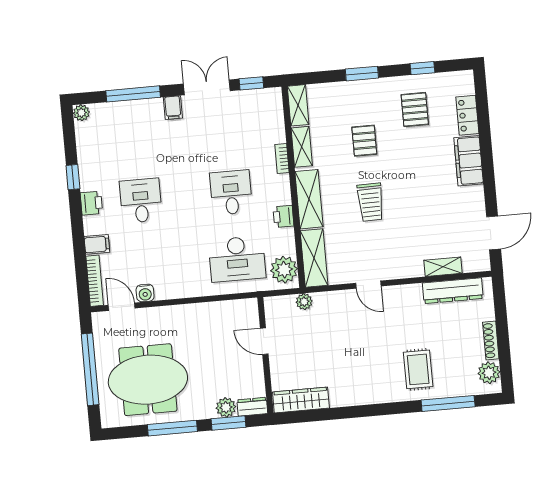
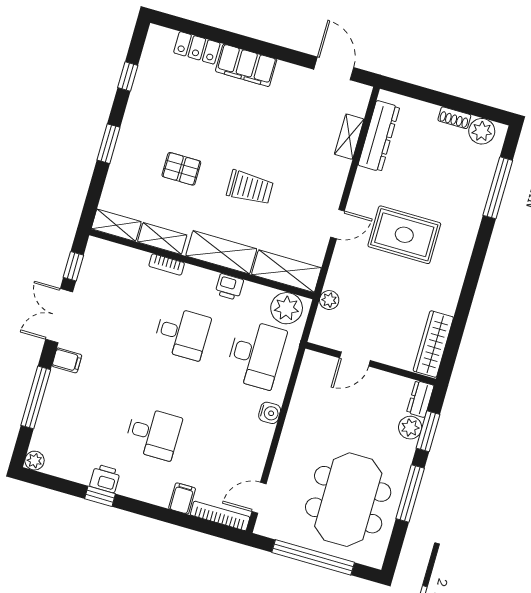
pallet: (415, 109) -> (169, 102), removed
desk: (231, 193) -> (182, 333), turned 180
desk: (141, 201) -> (153, 433), turned 180
printer: (91, 203) -> (105, 478), moved
water cooler: (145, 293) -> (270, 413), moved
shoe rack: (491, 341) -> (454, 118), width x0.70
rug: (418, 369) -> (404, 235), moved, width x1.36, depth x1.43

